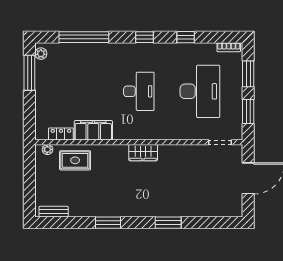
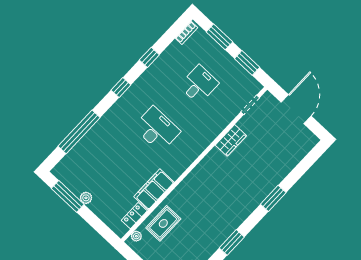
plant: (41, 54) -> (86, 198), moved
desk: (200, 91) -> (199, 84), width x0.53, depth x0.77
wardrobe: (143, 153) -> (231, 140), moved

